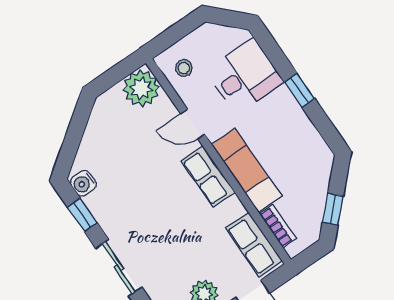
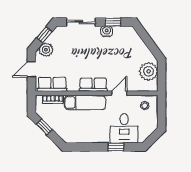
plant: (141, 88) -> (149, 71), moved
window: (300, 90) -> (116, 147), moved
water cooler: (83, 183) -> (107, 31), moved

